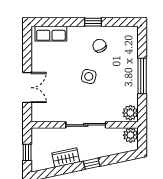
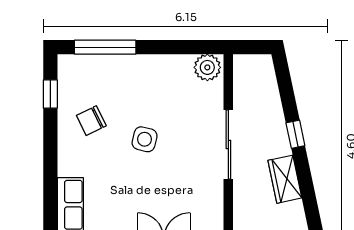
window: (93, 22) -> (50, 94), moved
window: (142, 76) -> (105, 47), moved
plant: (131, 135) -> (246, 67), removed

